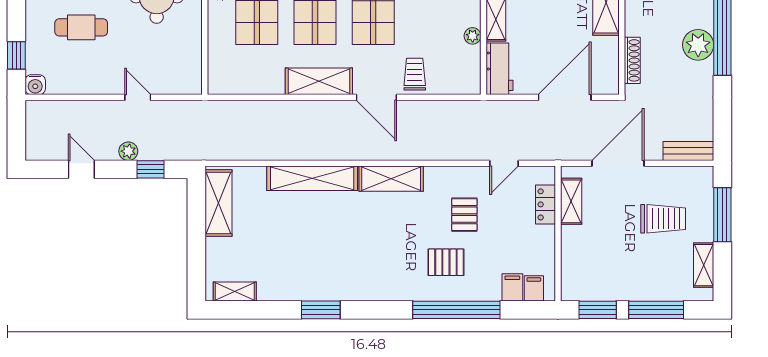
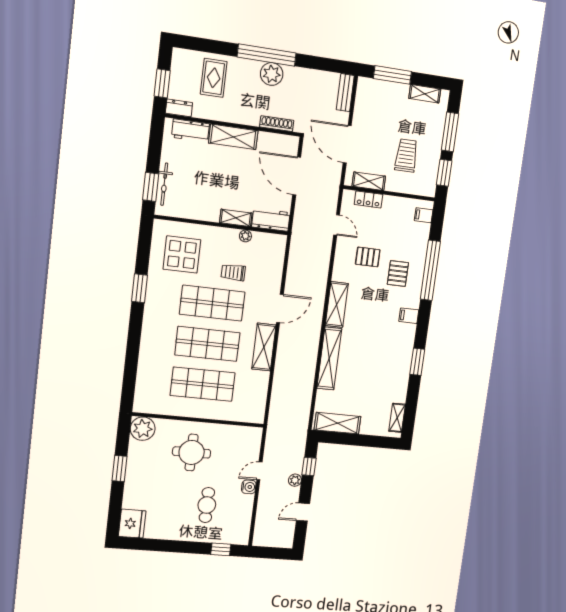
trolley: (415, 74) -> (233, 272), moved
water cooler: (35, 85) -> (249, 487), moved
trolley: (663, 219) -> (406, 156), moved
filing cabinet: (512, 287) -> (409, 316), moved

